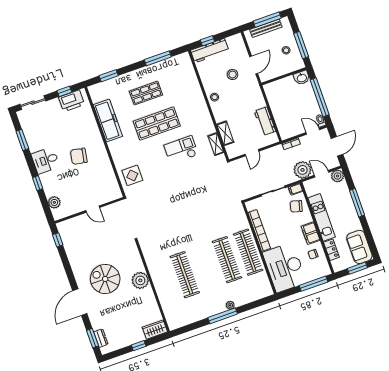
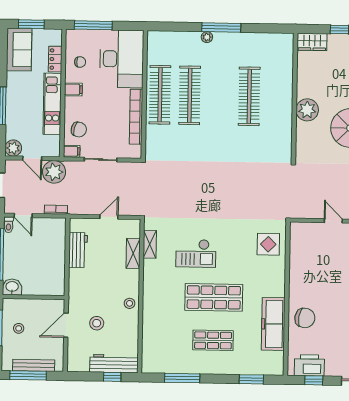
chair: (79, 156) -> (305, 318), moved
filing cabinet: (311, 233) -> (73, 89), width x0.50

